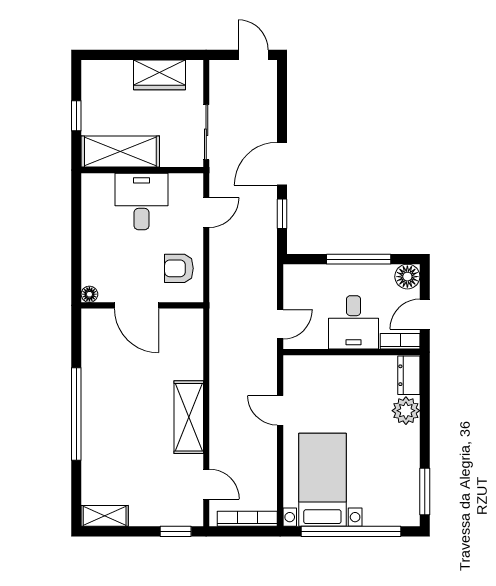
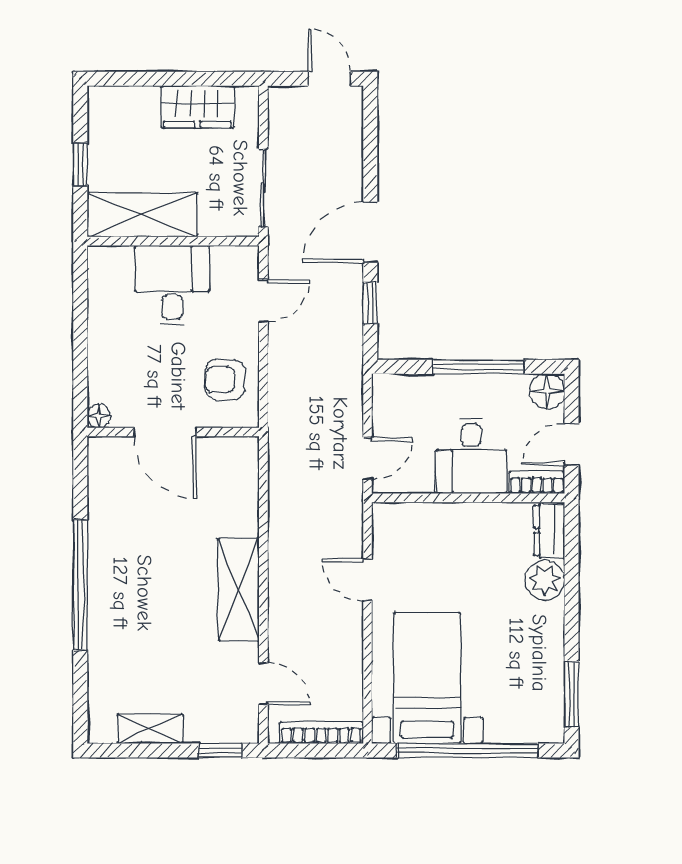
shelving: (105, 516) -> (150, 729), moved

